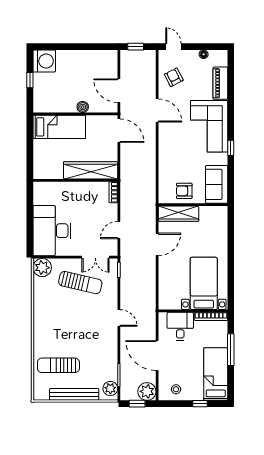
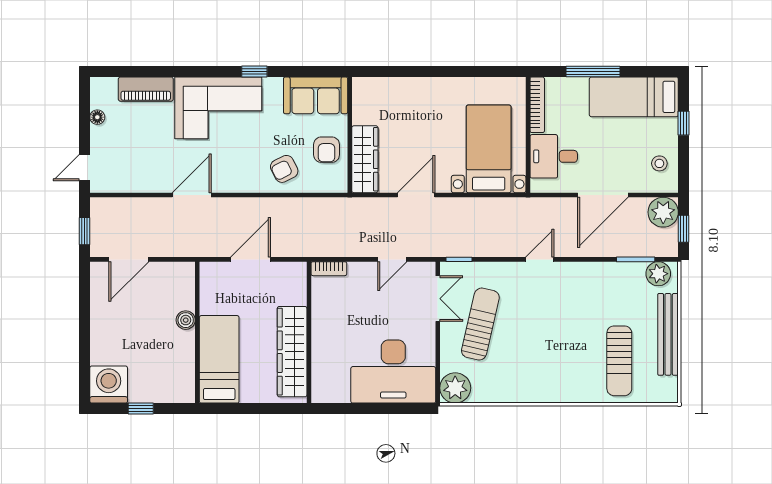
armchair: (174, 77) -> (284, 169), moved
door: (119, 91) -> (129, 259), moved
door: (119, 131) -> (250, 259), moved
wardrobe: (91, 170) -> (292, 352), moved
door: (119, 230) -> (392, 259), hinge flipped
door: (157, 244) -> (416, 195), hinge flipped
bed with nightstands: (204, 283) -> (489, 149), moved, turned 90

